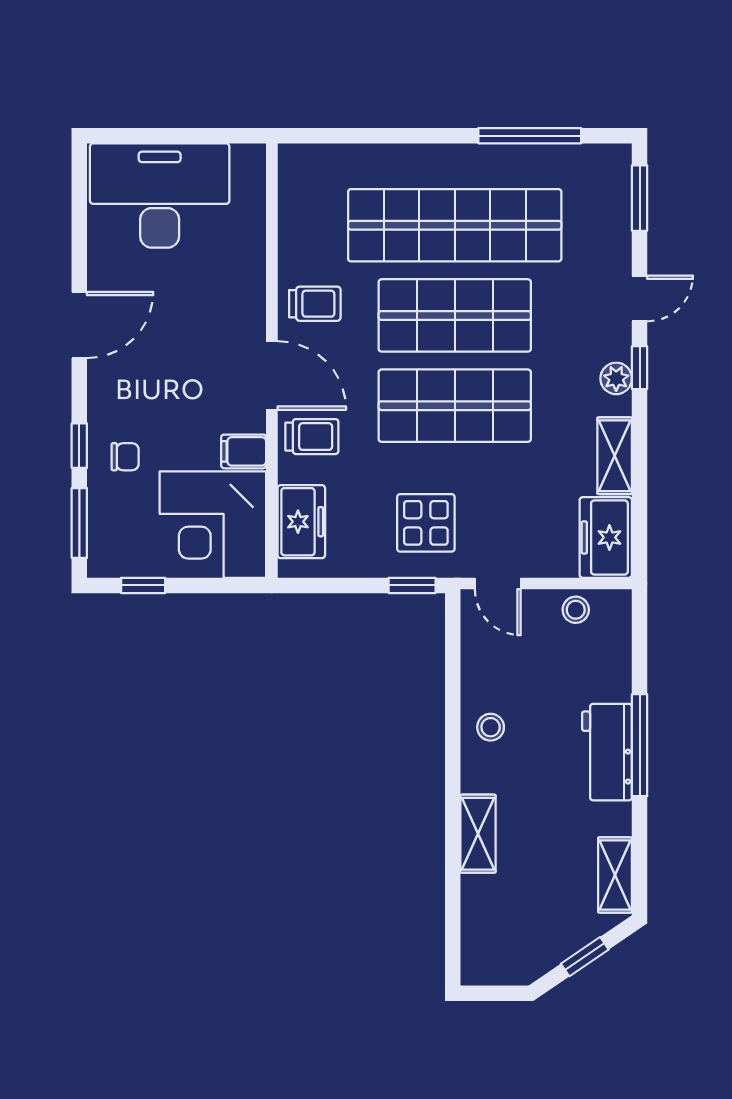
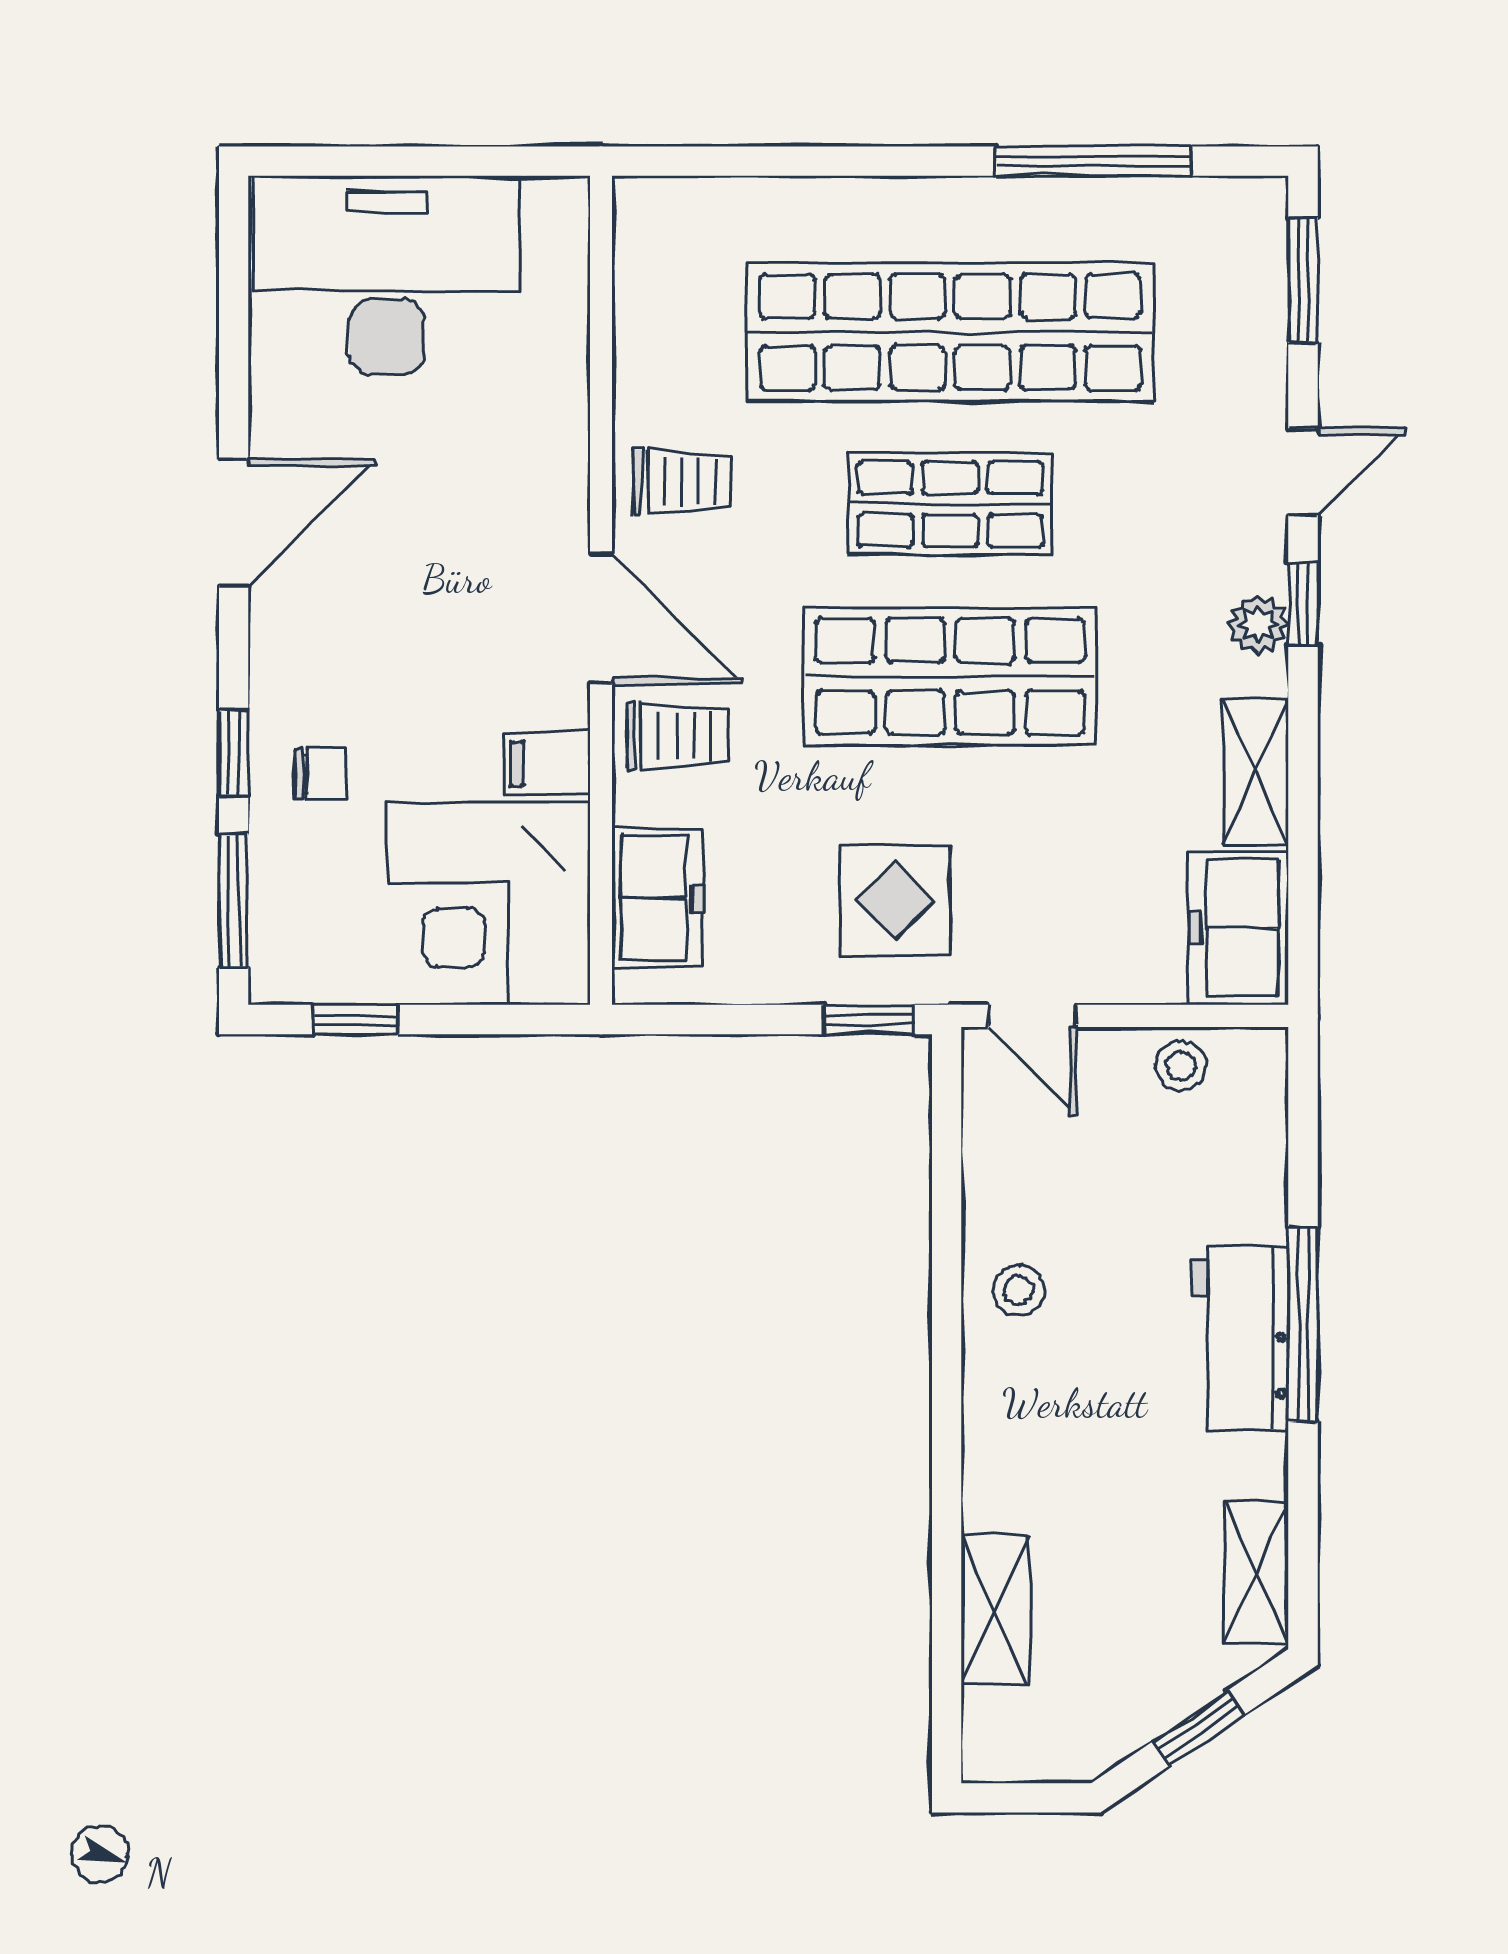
shop shelf: (455, 315) -> (950, 504), width x0.70, depth x0.74
shelving: (478, 834) -> (995, 1610), moved

